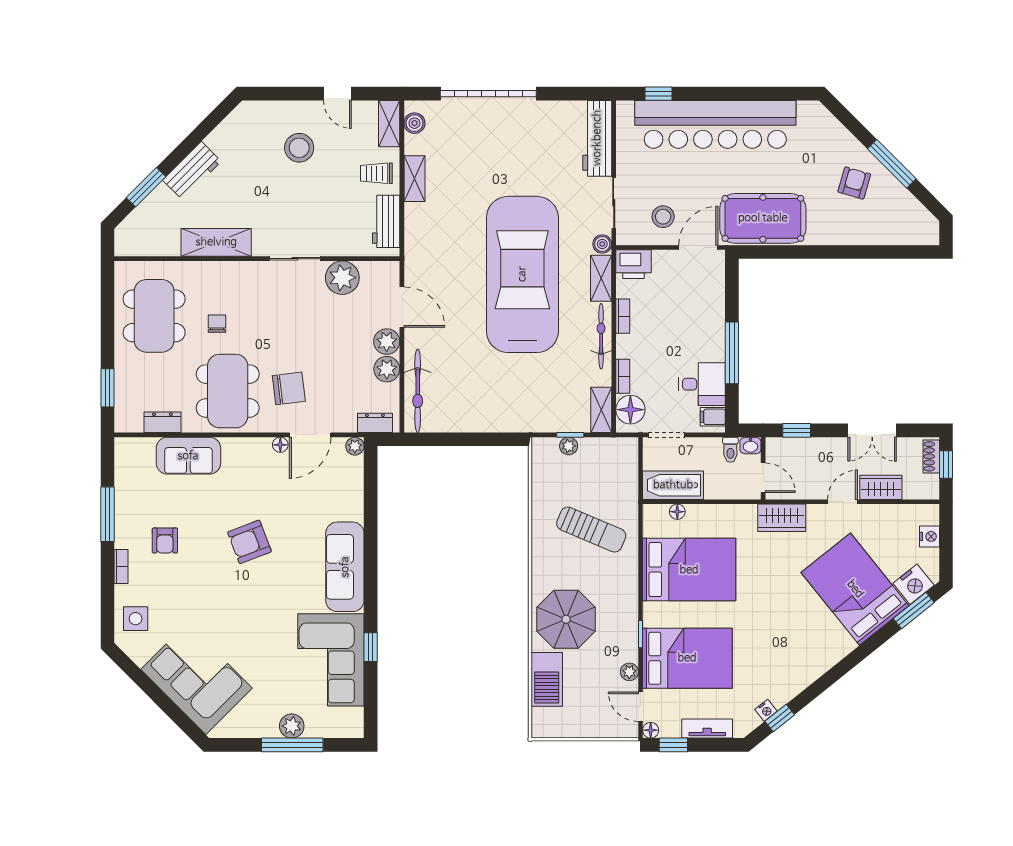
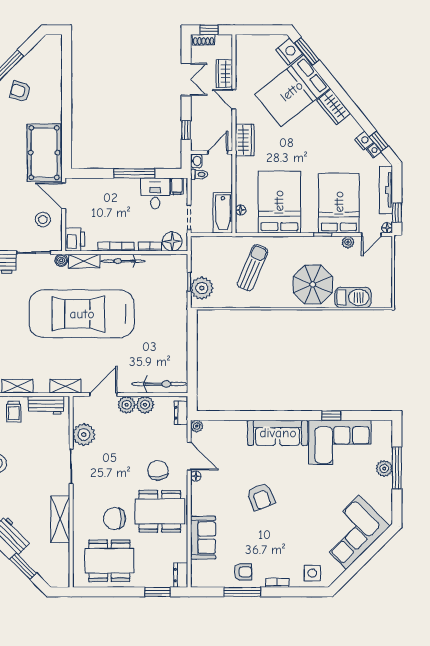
bookcase: (623, 316) -> (116, 246), width x1.56
chair: (217, 324) -> (115, 519), width x1.87, depth x1.87
shelving: (601, 410) -> (65, 386), moved
dresser: (162, 422) -> (181, 575), moved
plant: (569, 446) -> (202, 288), width x1.87, depth x1.87
nightstand: (930, 536) -> (364, 141), moved, turned 51
armchair: (165, 541) -> (243, 572), moved
wardrobe: (831, 651) -> (334, 107), added
tv unit: (707, 729) -> (386, 190), width x1.41

